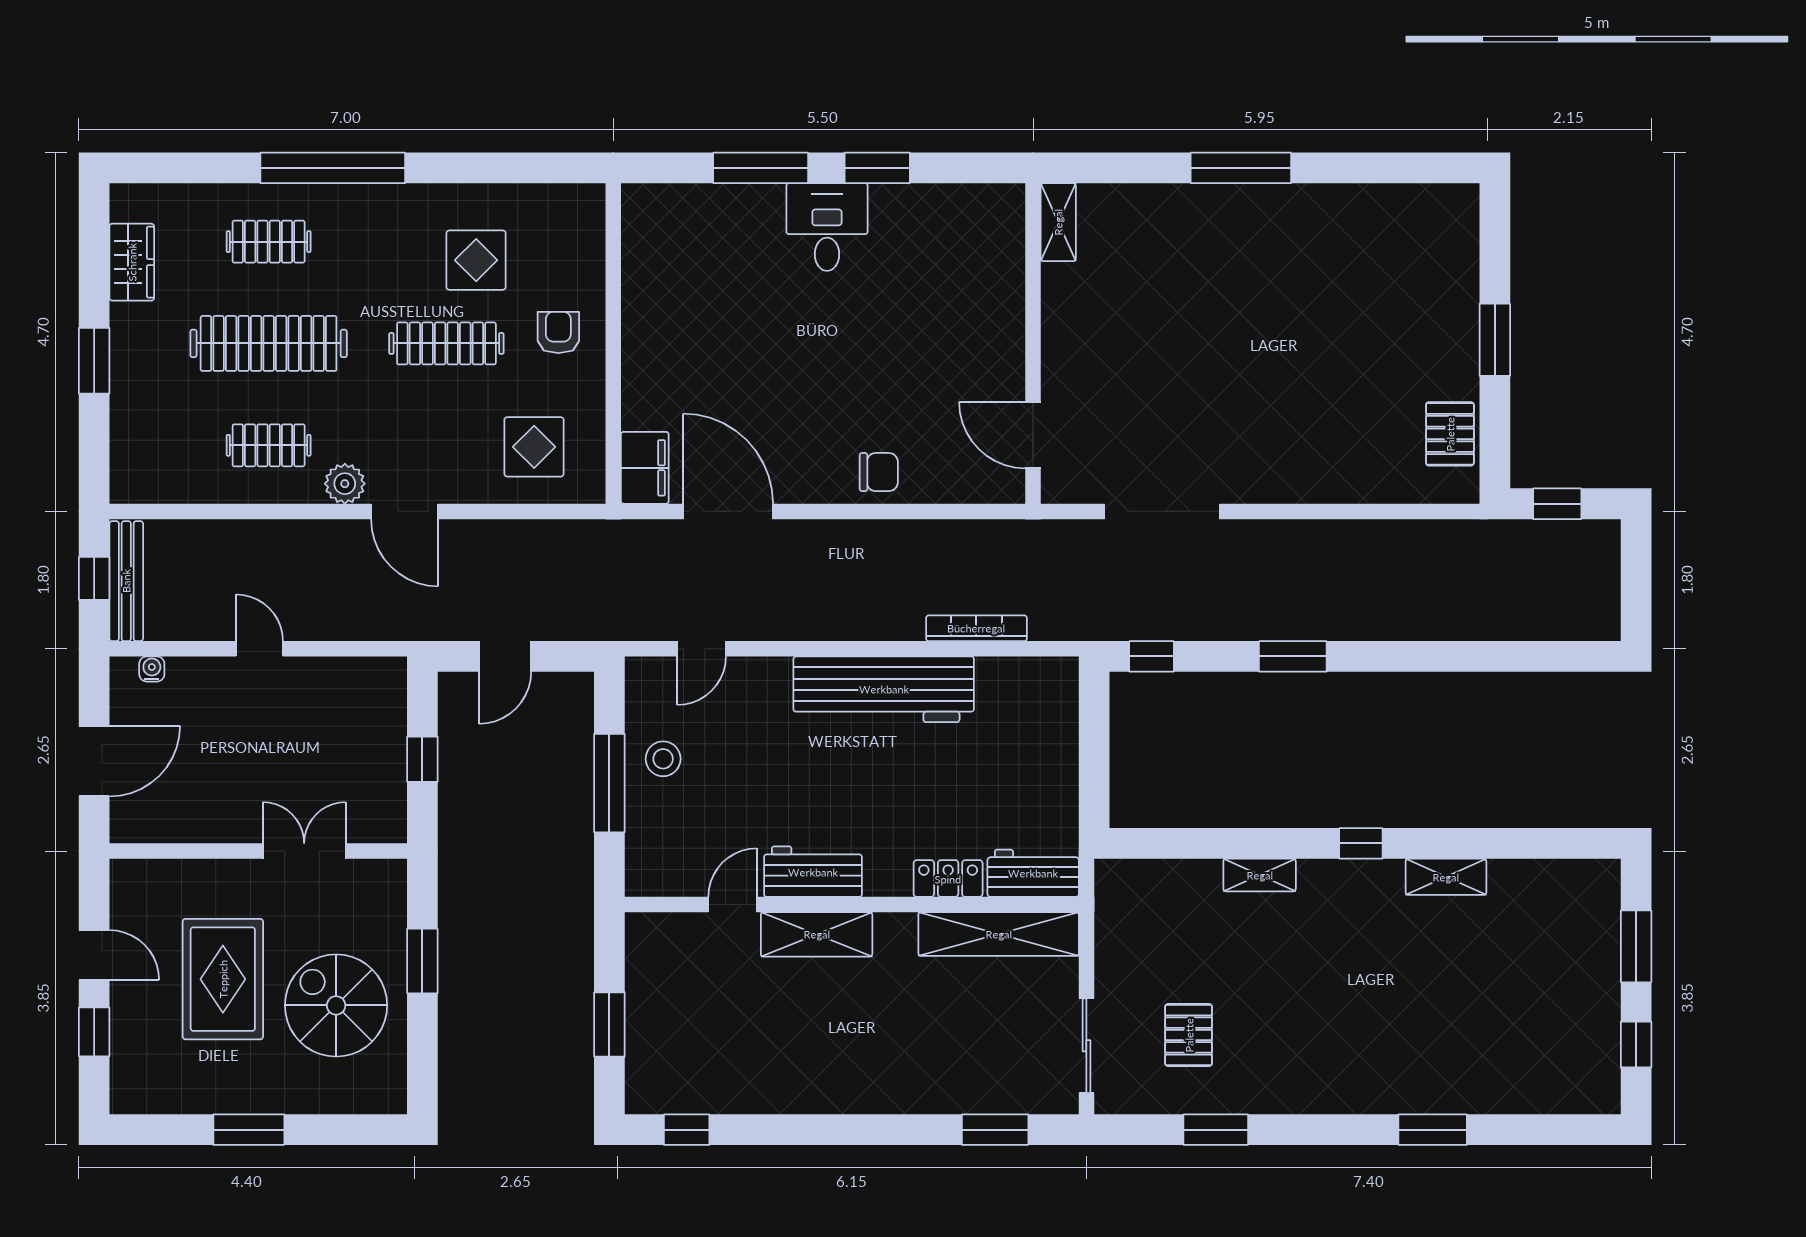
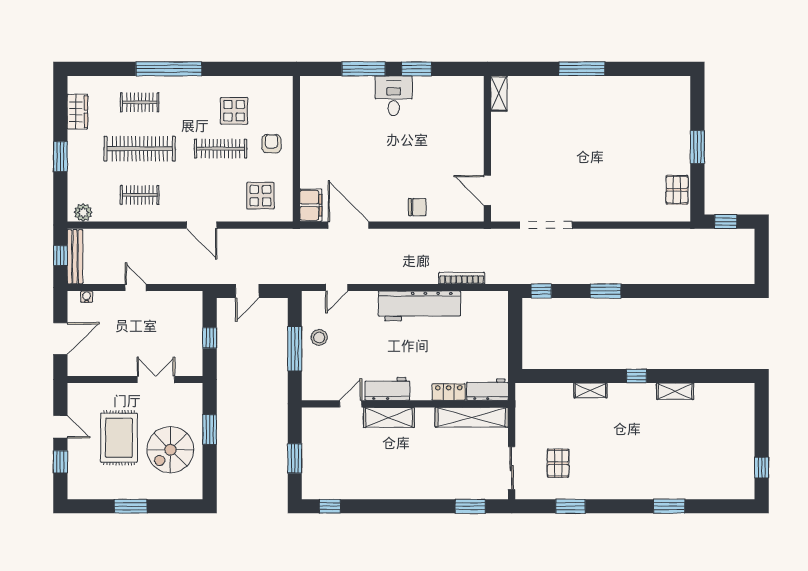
plant: (345, 484) -> (83, 212), moved
window: (1636, 946) -> (762, 423), removed
spiral stairs: (336, 1005) -> (170, 450), turned -90

